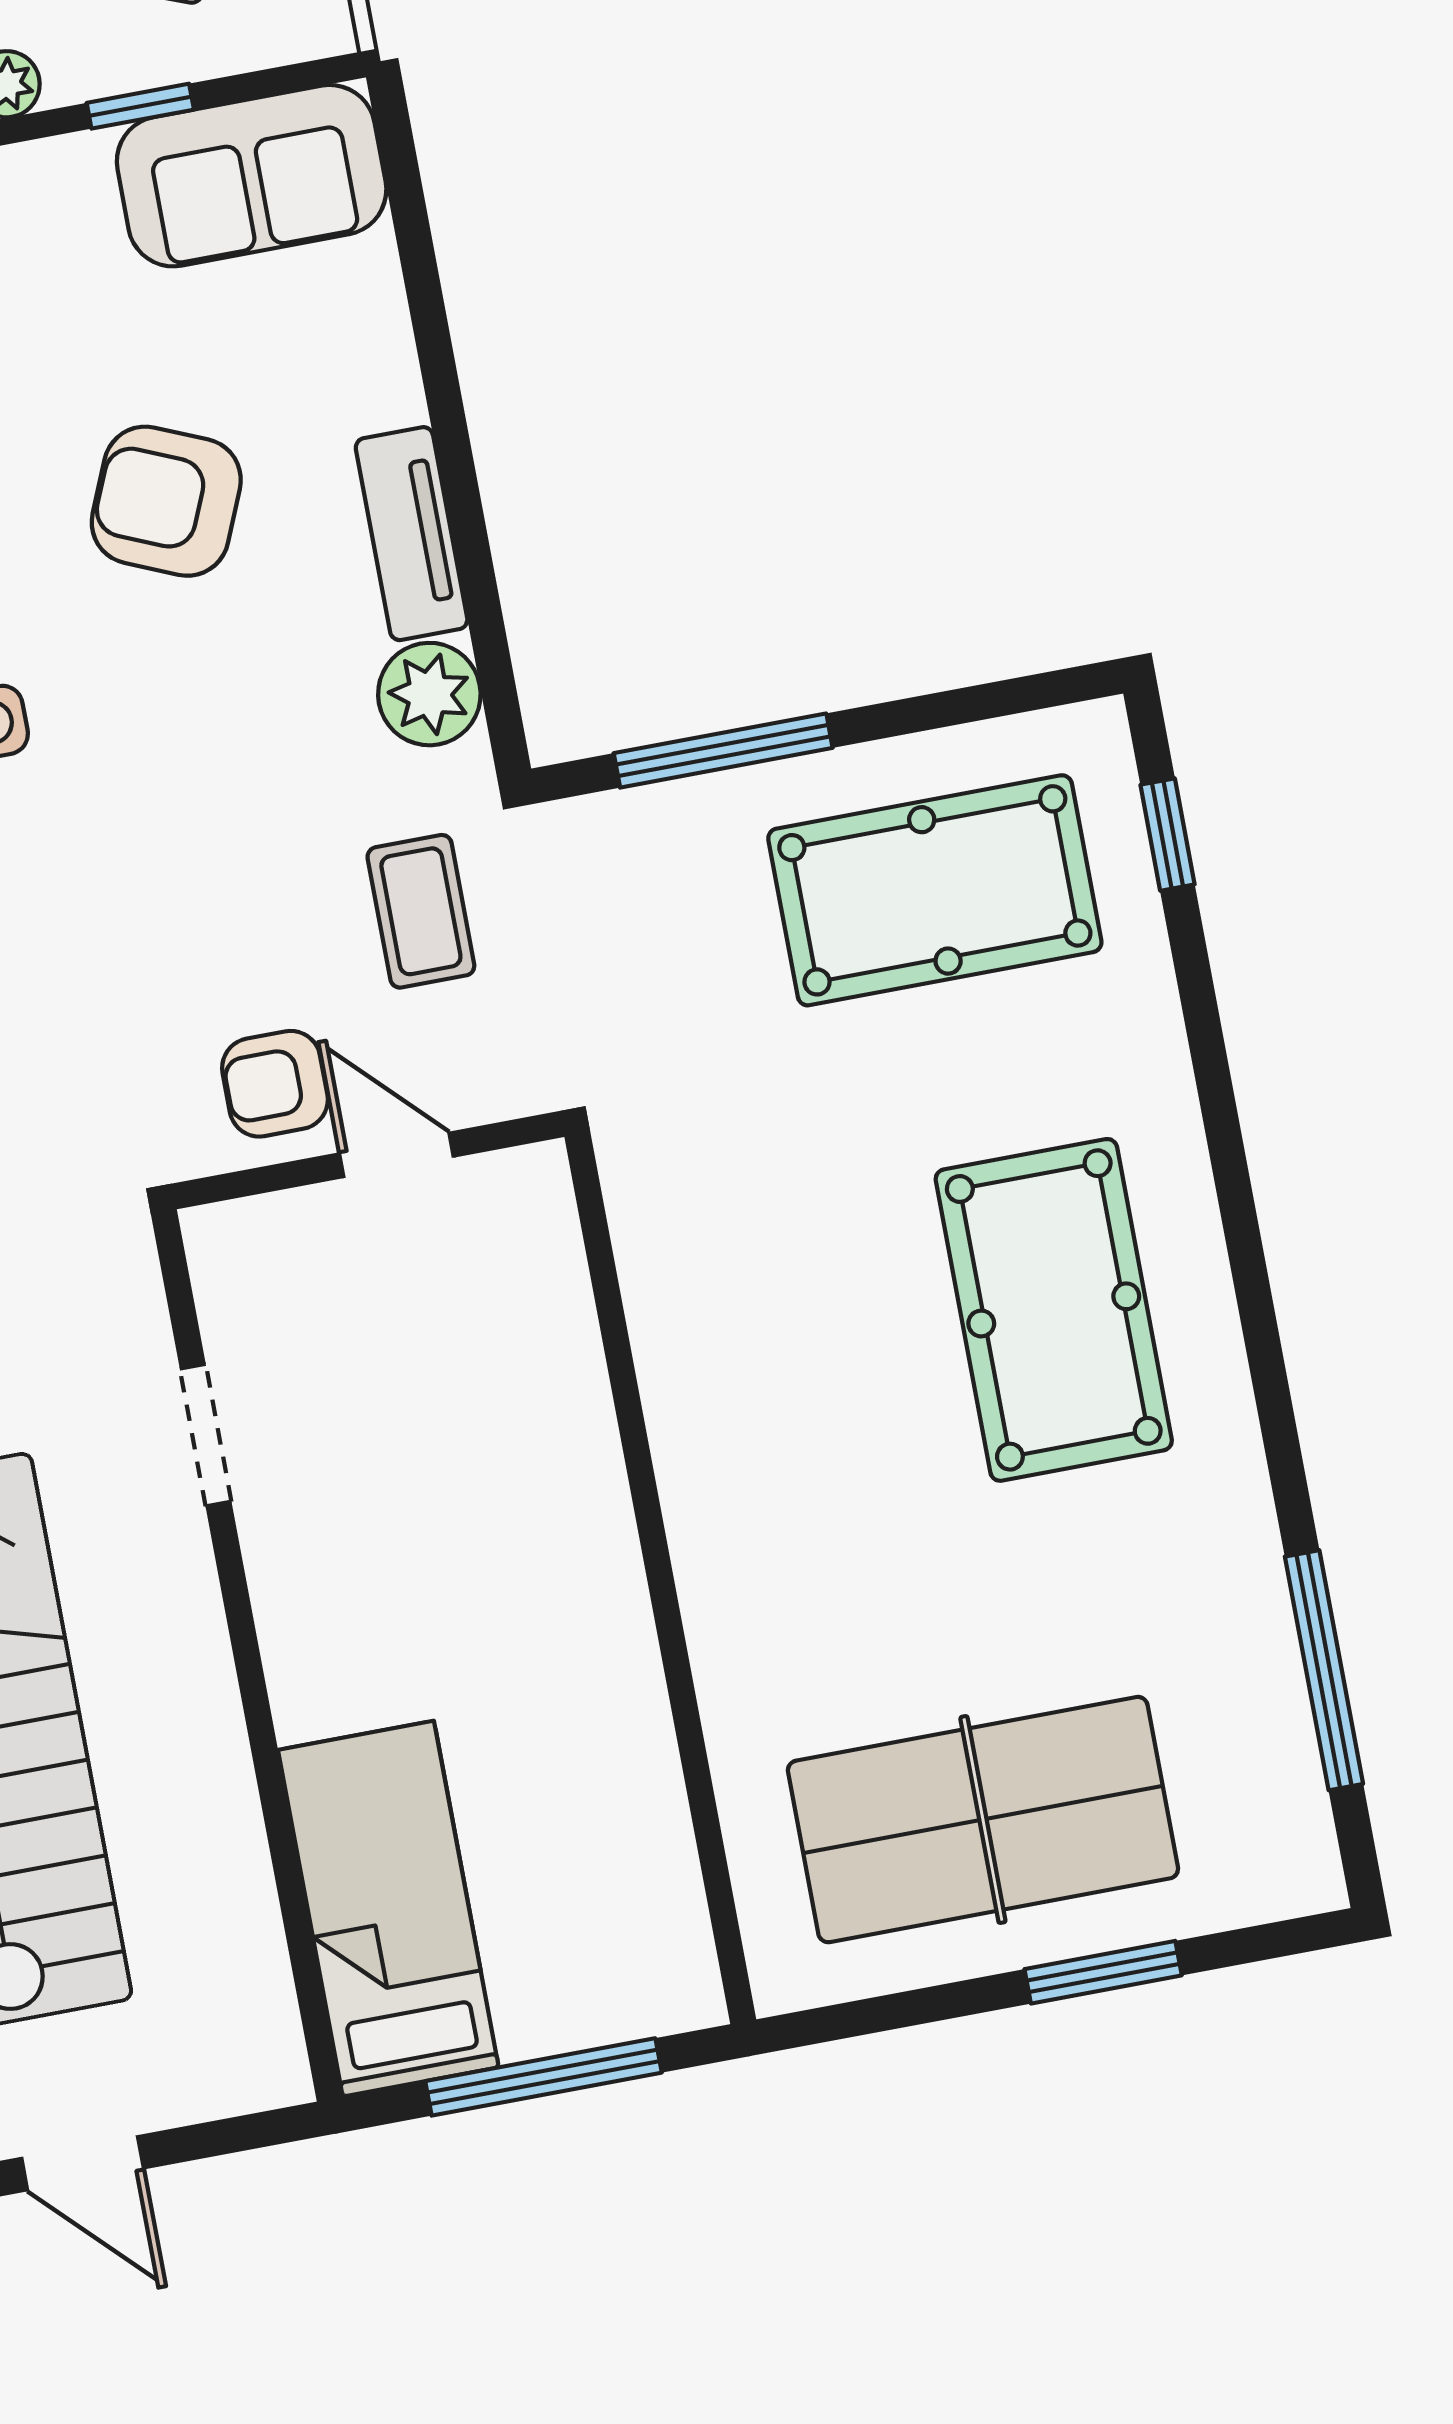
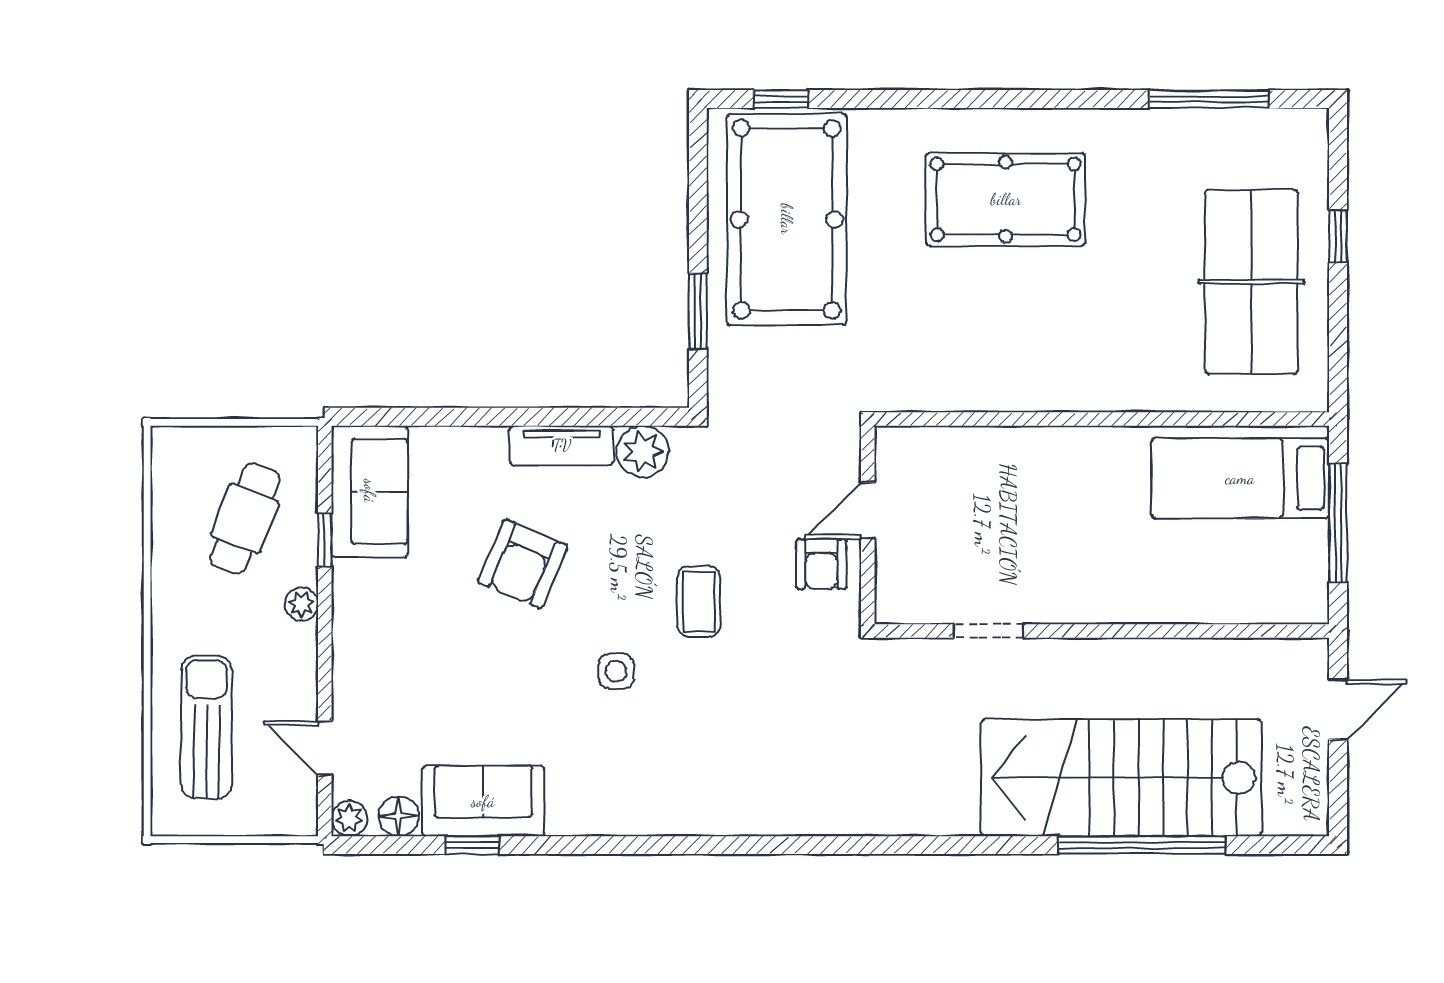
window: (723, 751) -> (698, 311), width x0.69
pool table: (935, 890) -> (787, 219), width x1.36, depth x1.32
coffee table: (421, 911) -> (699, 602), moved, turned 90
bed: (388, 1909) -> (1240, 478), moved
window: (1103, 1972) -> (1338, 236), width x0.67
door: (83, 2163) -> (1338, 710), moved

